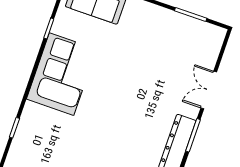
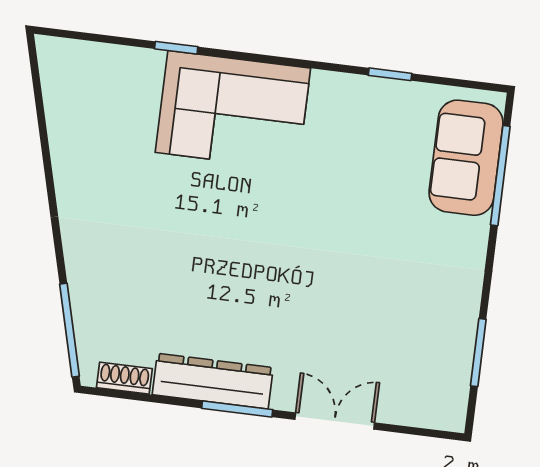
corner sofa: (61, 74) -> (233, 110), moved

